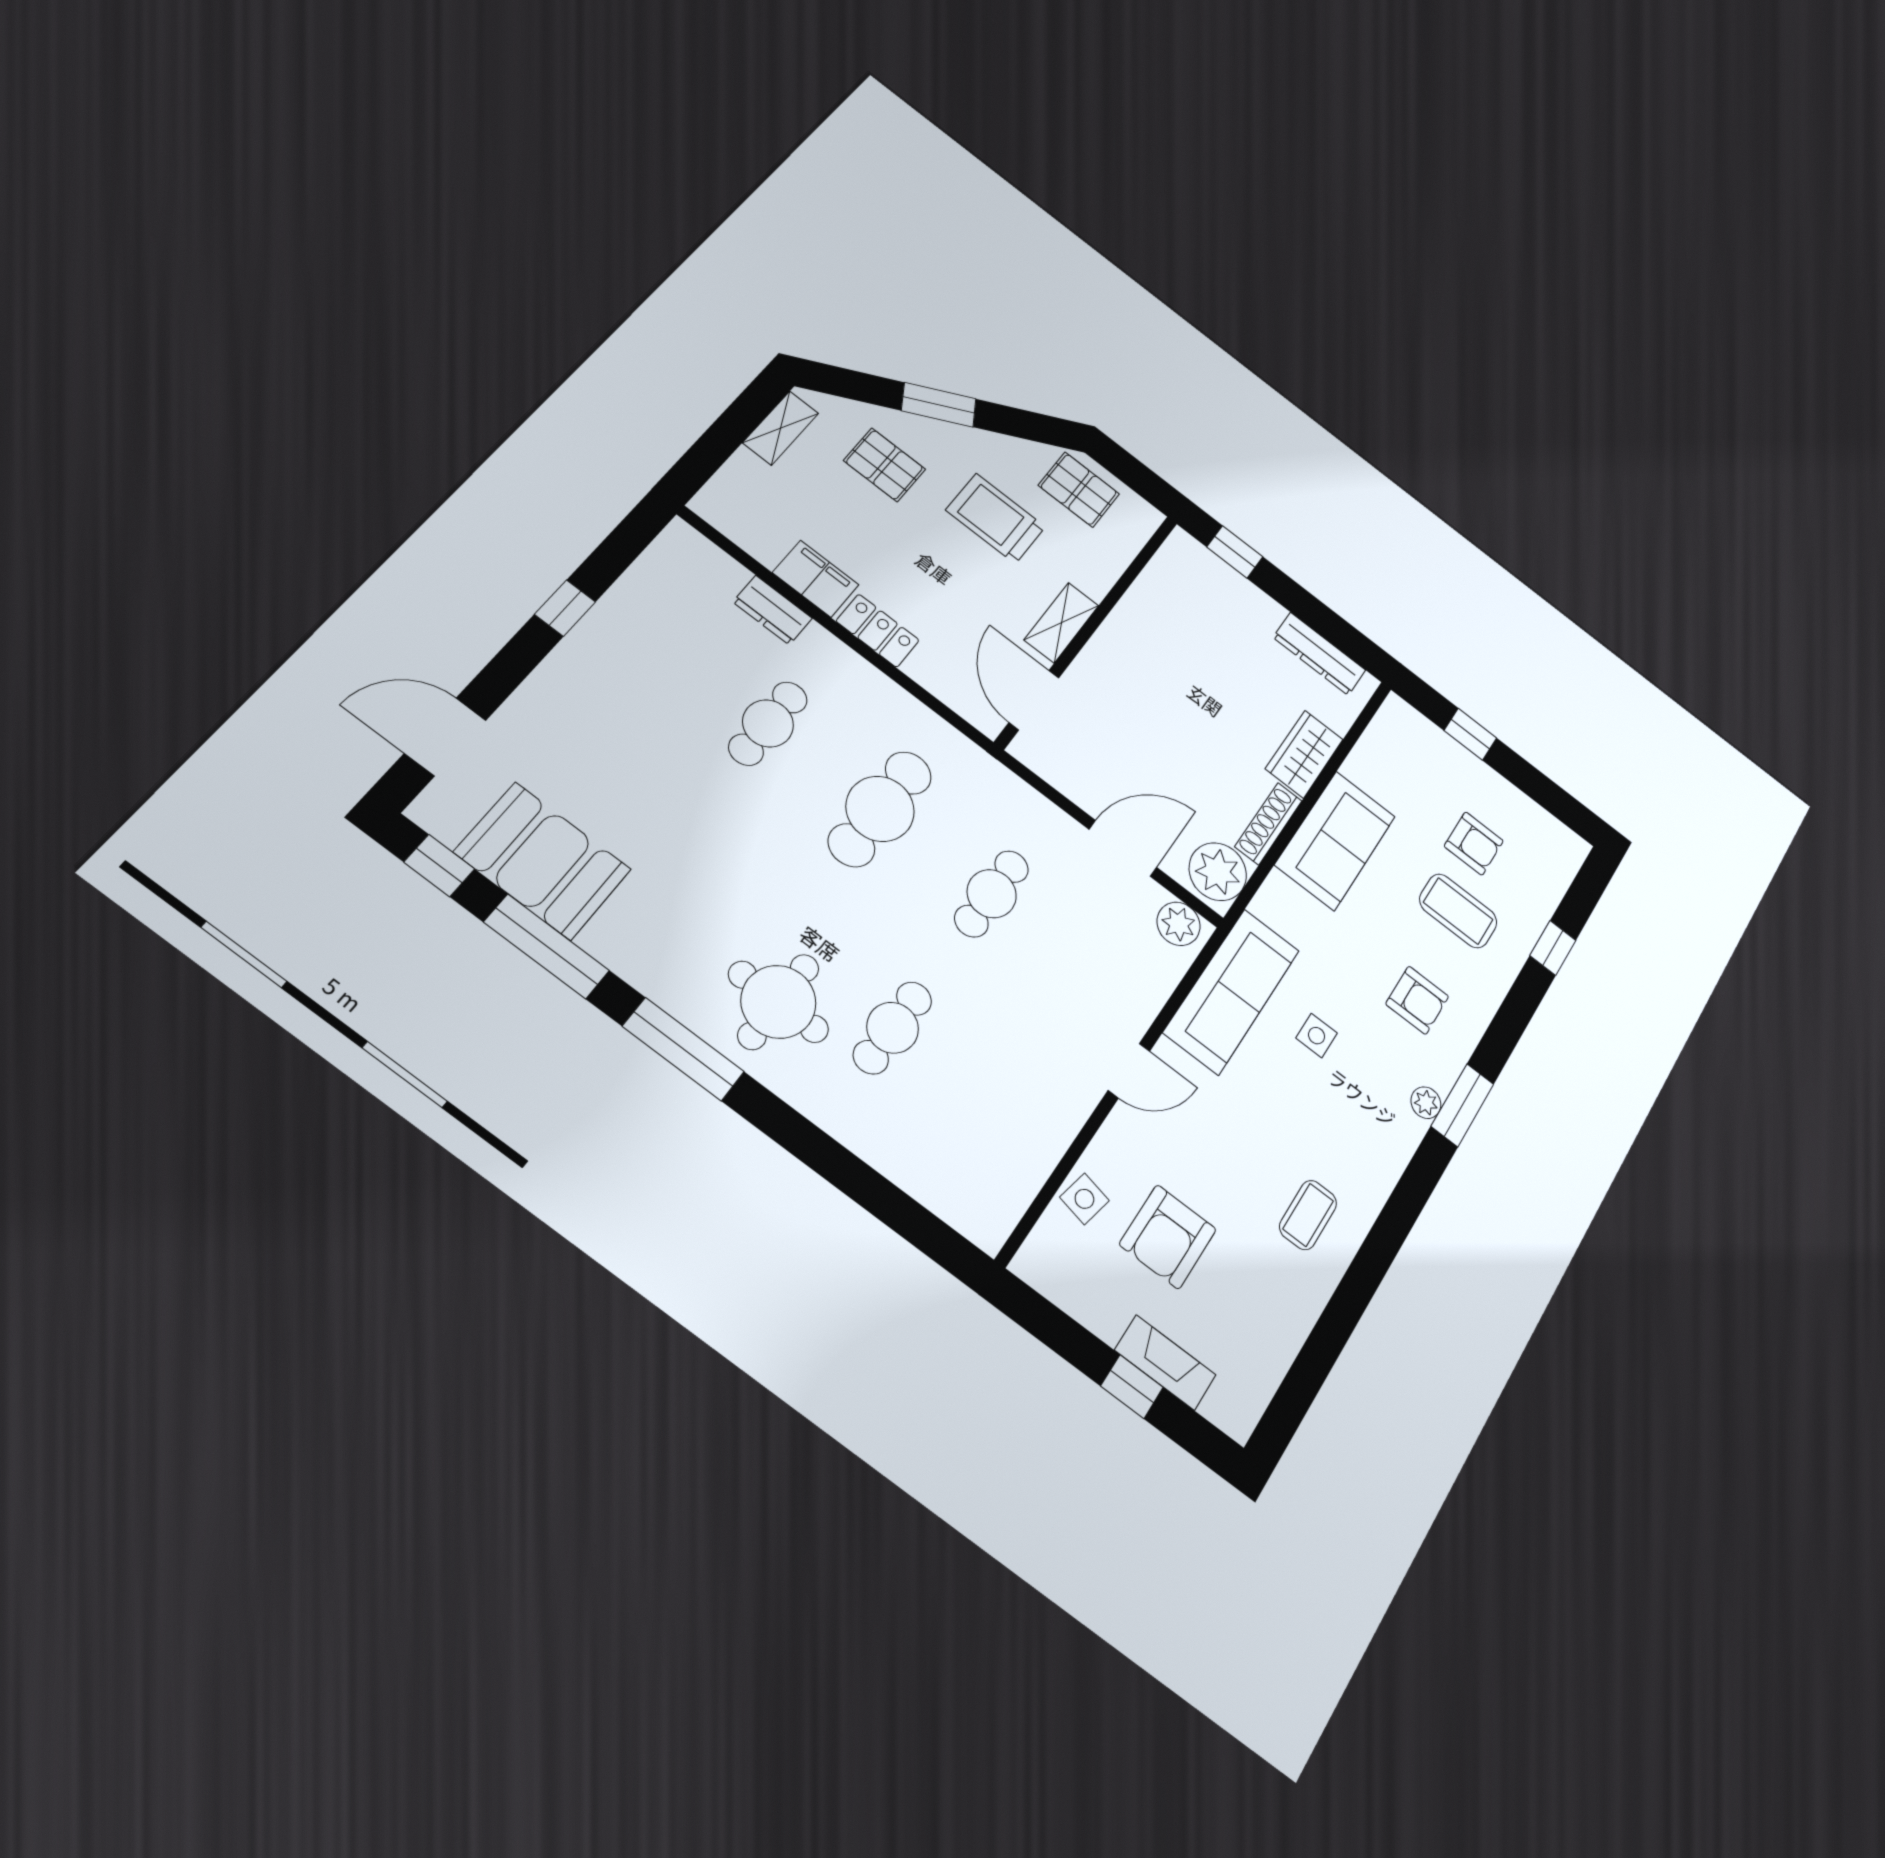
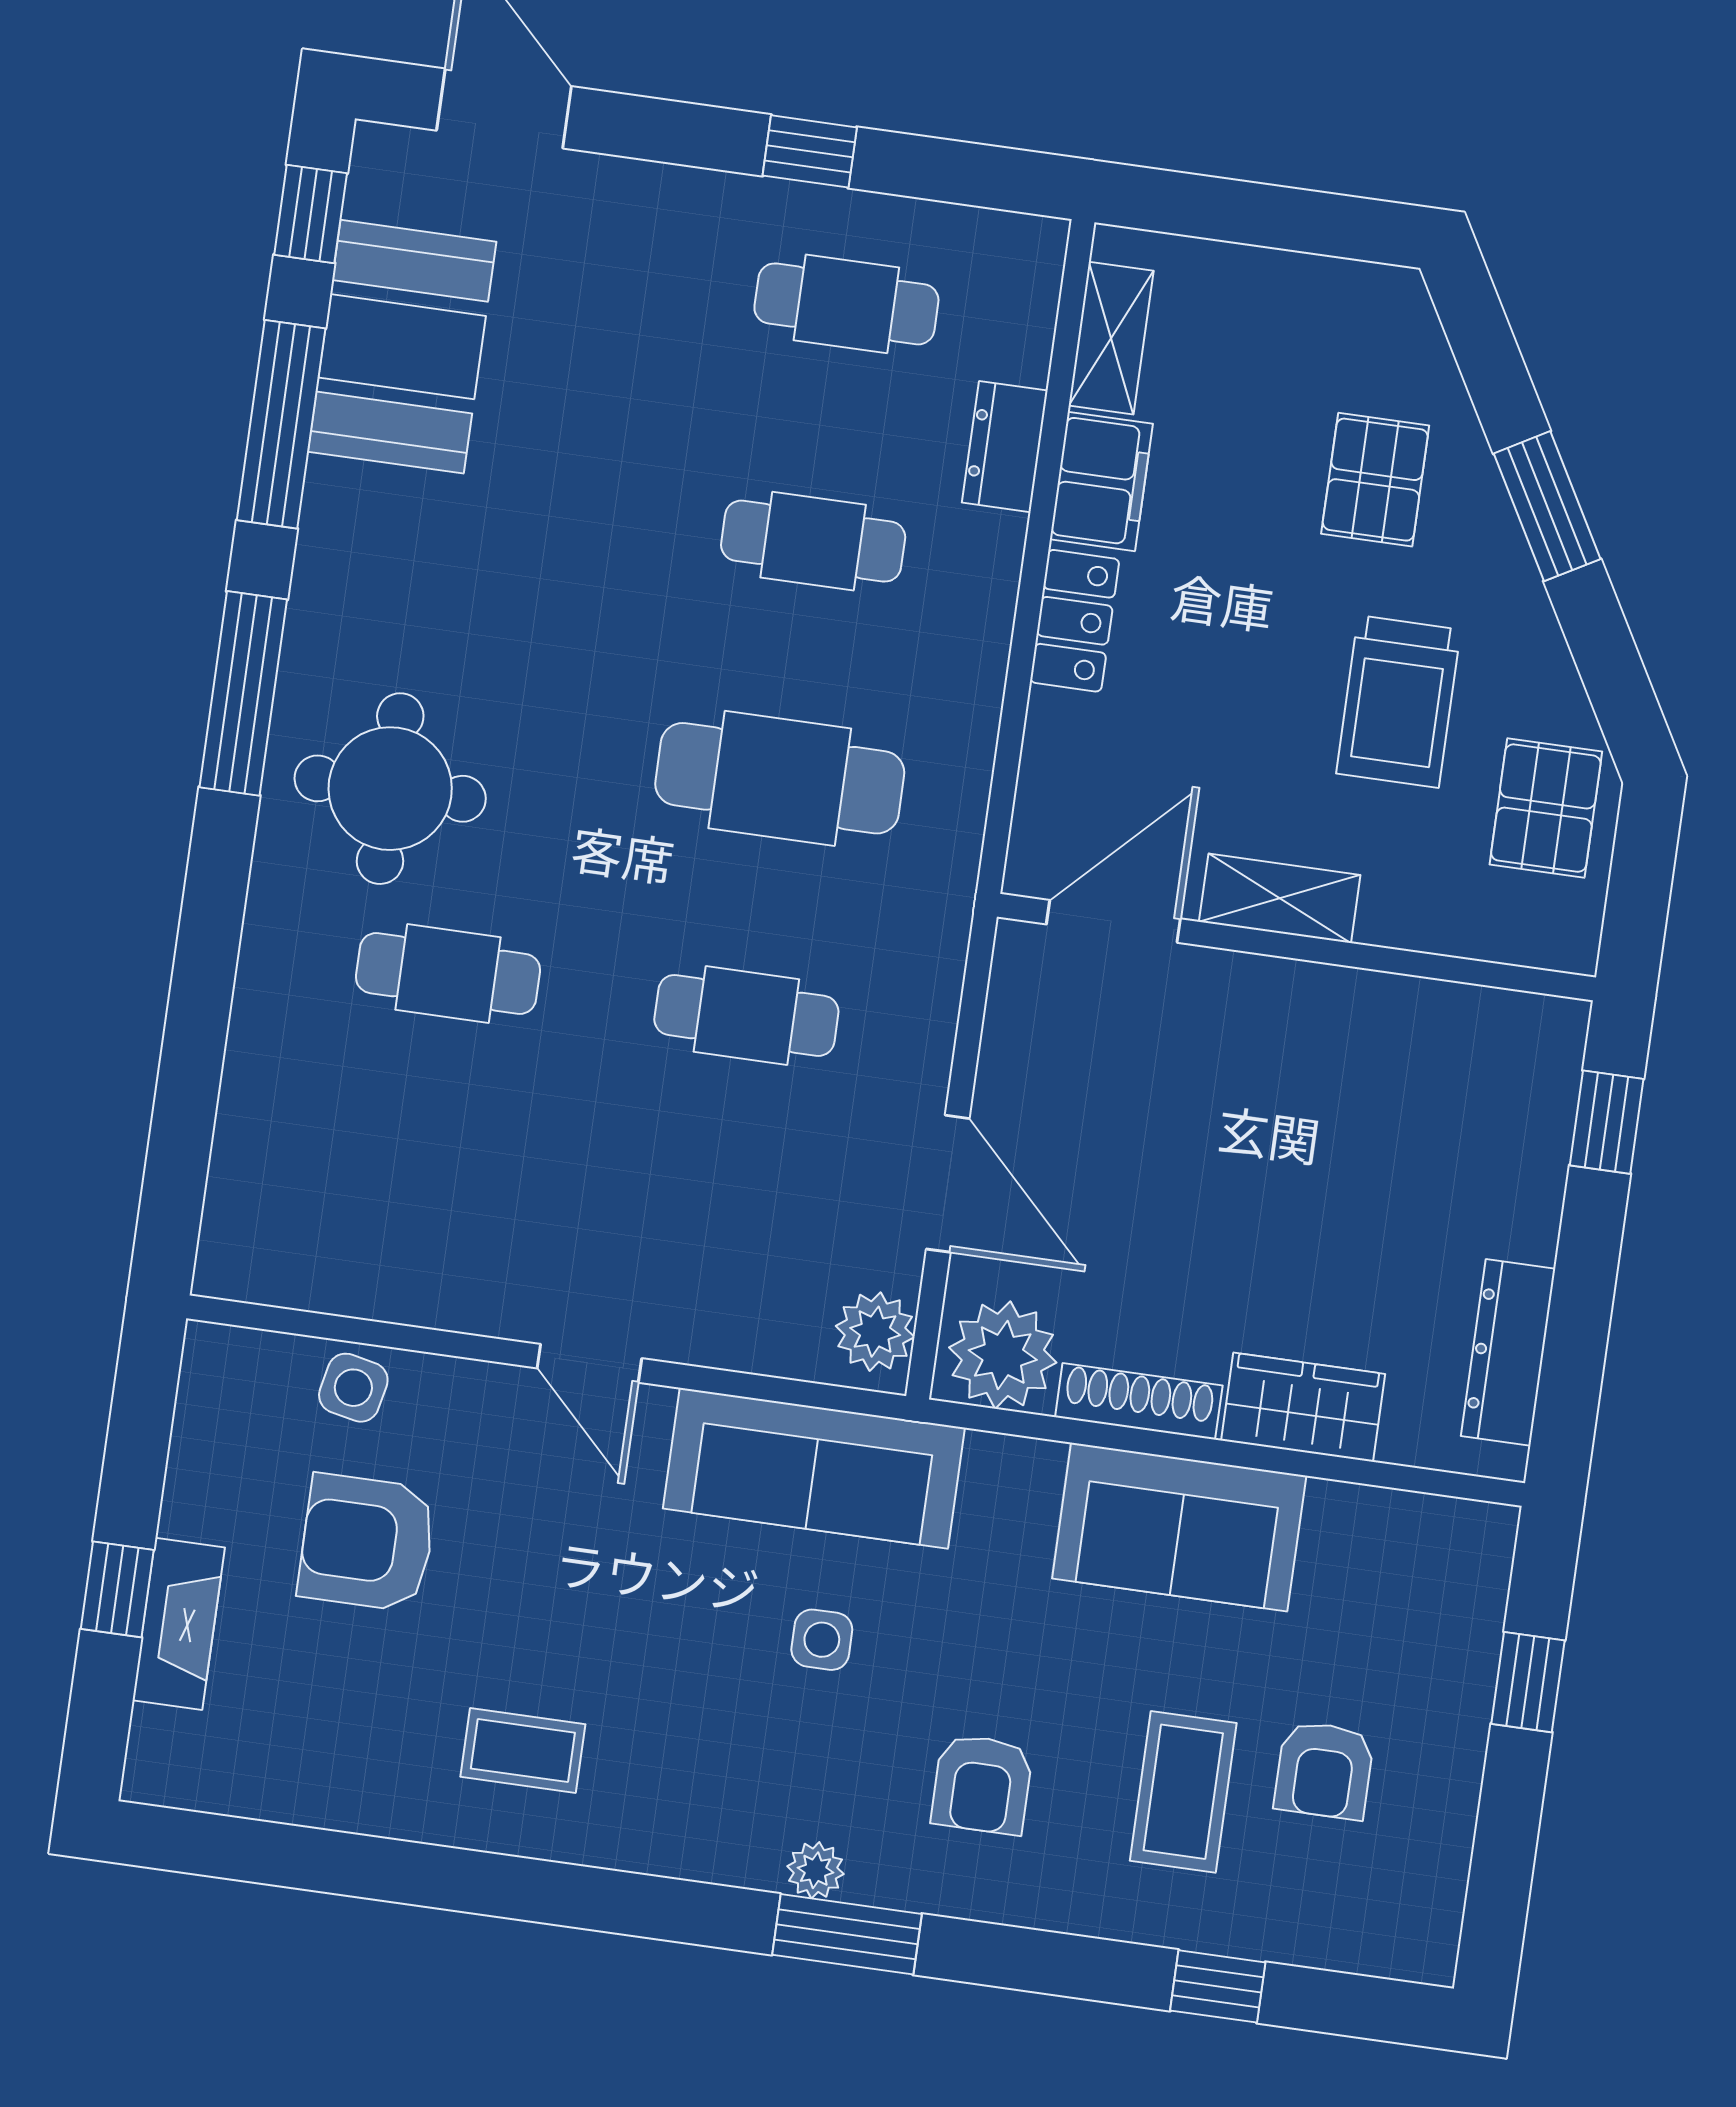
shelving: (781, 428) -> (1111, 338), moved, turned 90
trolley: (996, 518) -> (1398, 702), turned 180
cafe table: (655, 638) -> (846, 304), added

